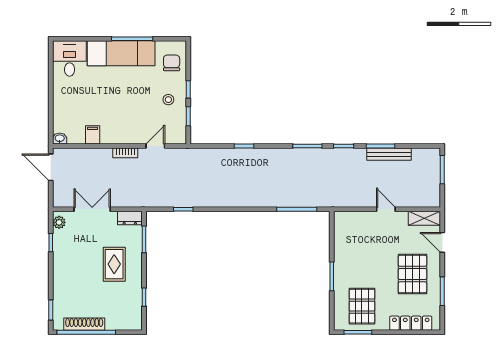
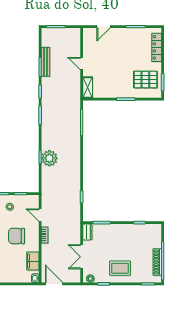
chair: (124, 110) -> (17, 236), added
filing cabinet: (93, 135) -> (33, 261), width x2.00
plant: (242, 160) -> (49, 158), added
door: (51, 167) -> (54, 284), swing flipped
door: (386, 209) -> (82, 64), hinge flipped
shelving: (424, 218) -> (88, 87), moved
rug: (114, 264) -> (120, 268), moved
pallet: (412, 274) -> (124, 46), removed

